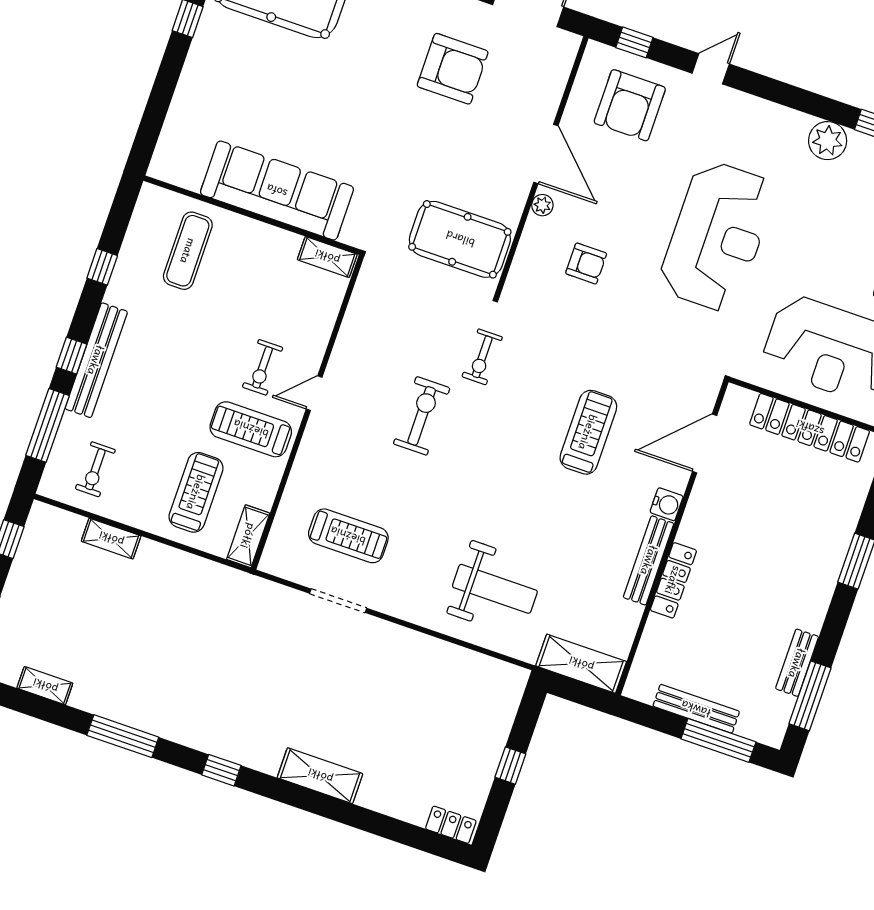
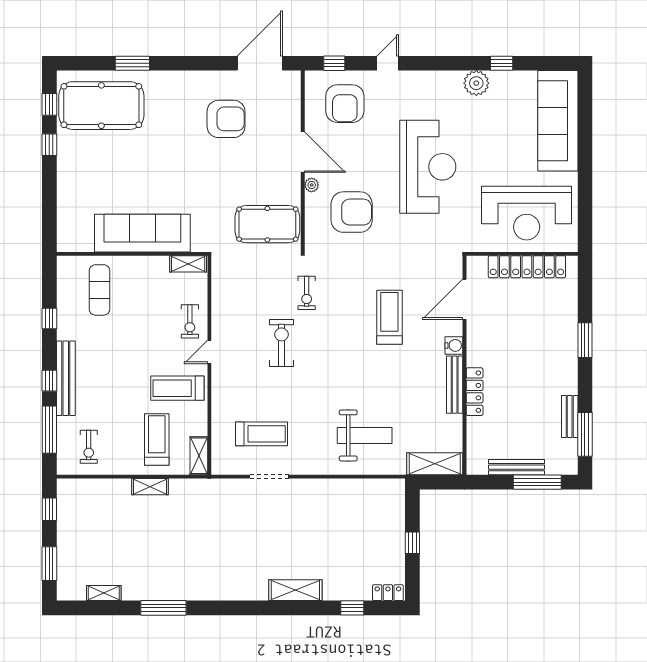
armchair: (586, 263) -> (352, 212), width x1.88, depth x1.88
exercise bike: (263, 367) -> (190, 321), moved
shelving: (111, 539) -> (150, 487), moved
window: (221, 770) -> (352, 608), moved

